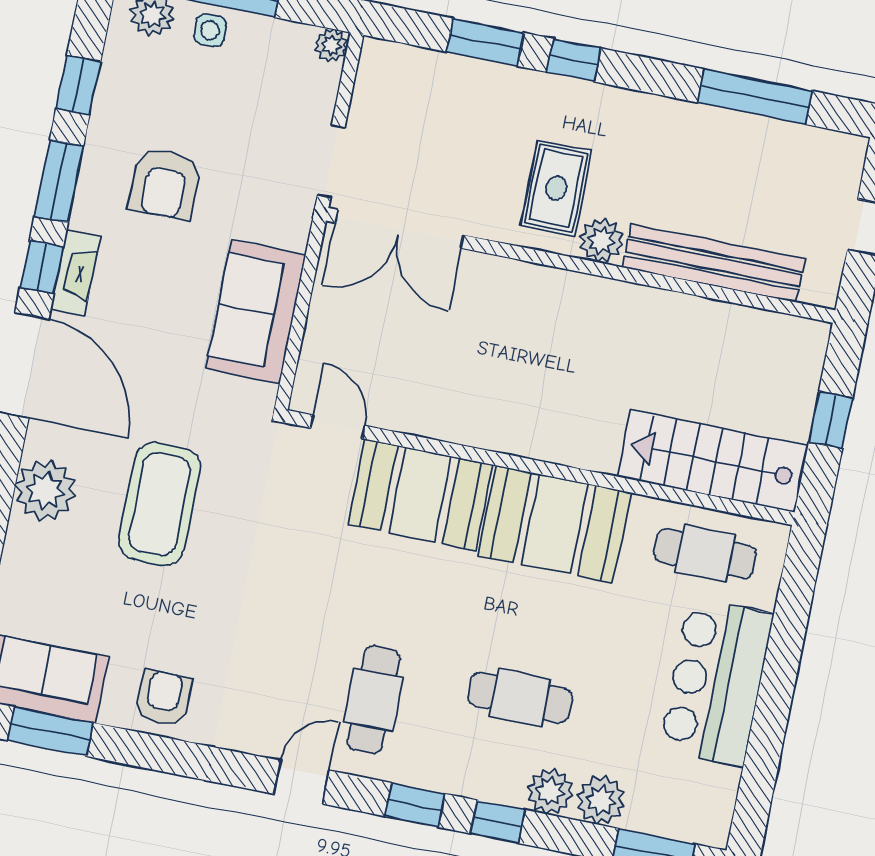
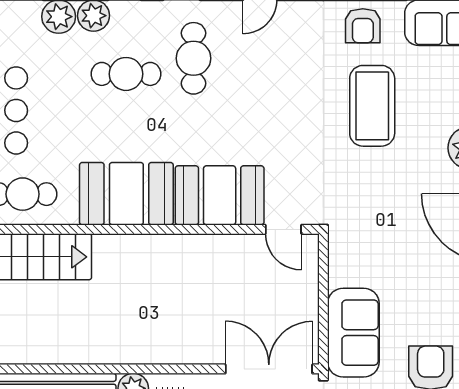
sofa: (256, 312) -> (353, 333), moved
coffee table: (159, 504) -> (372, 106), moved
cafe table: (373, 700) -> (194, 58), moved

